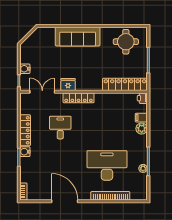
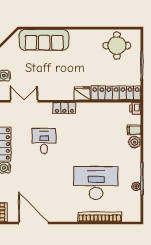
sofa: (78, 37) -> (44, 40), moved
fridge: (68, 85) -> (82, 93), moved
locker: (79, 98) -> (64, 108), width x0.66
door: (65, 201) -> (33, 223), moved

